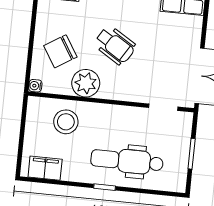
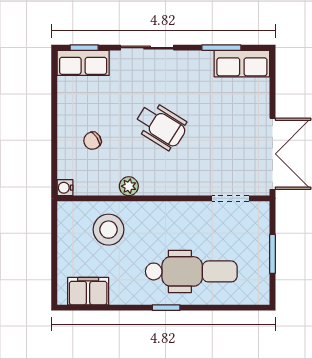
chair: (60, 51) -> (92, 141), width x0.54, depth x0.54
plant: (86, 83) -> (129, 186), width x0.53, depth x0.53
dental chair: (127, 161) -> (191, 271), turned 180

